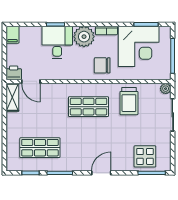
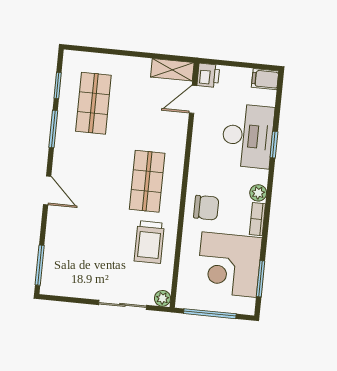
plant: (84, 37) -> (258, 193), width x0.53, depth x0.53
desk: (57, 43) -> (248, 136), width x1.37
chair: (102, 65) -> (206, 208), turned 90
trolley: (129, 101) -> (149, 242), turned -90
display table: (145, 156) -> (65, 258), removed

